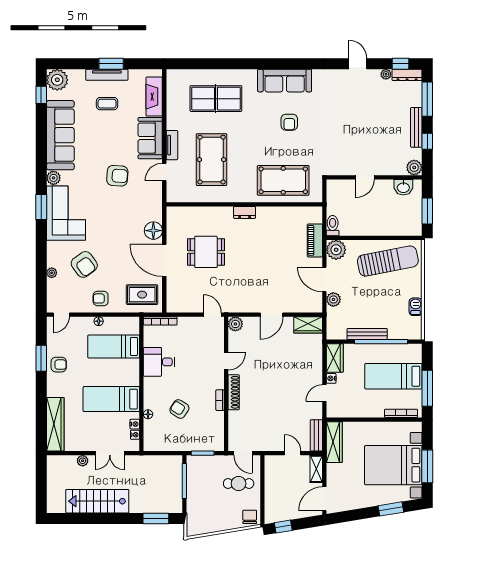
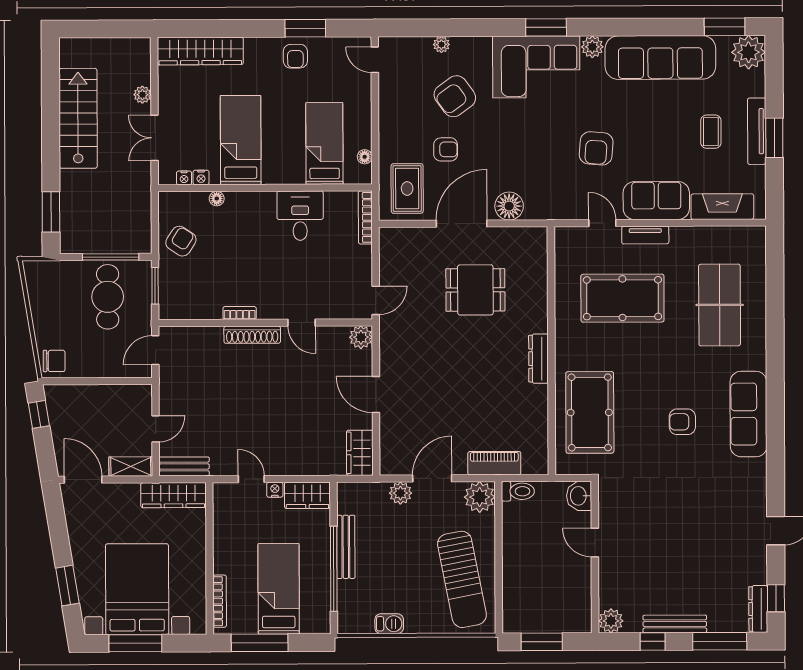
plant: (386, 74) -> (759, 575), removed
window: (41, 95) -> (725, 27), width x1.50
washbasin: (403, 187) -> (579, 496), moved
dresser: (245, 212) -> (538, 359), width x1.44
dining table: (206, 252) -> (475, 290), turned 90
armchair: (101, 298) -> (446, 149), moved, turned 90
floor lamp: (99, 321) -> (365, 157), moved
armchair: (179, 409) -> (181, 241), moved
cafe table: (239, 483) -> (108, 297), moved, width x1.37, depth x1.35

